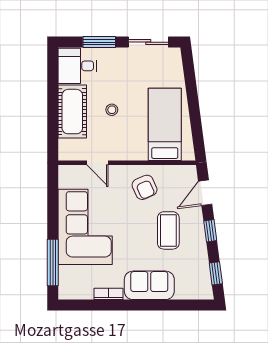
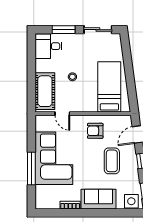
cot: (72, 112) -> (45, 91), moved
armchair: (145, 187) -> (95, 131), turned 114
window: (53, 262) -> (31, 169), moved
side table: (196, 288) -> (131, 201), added

